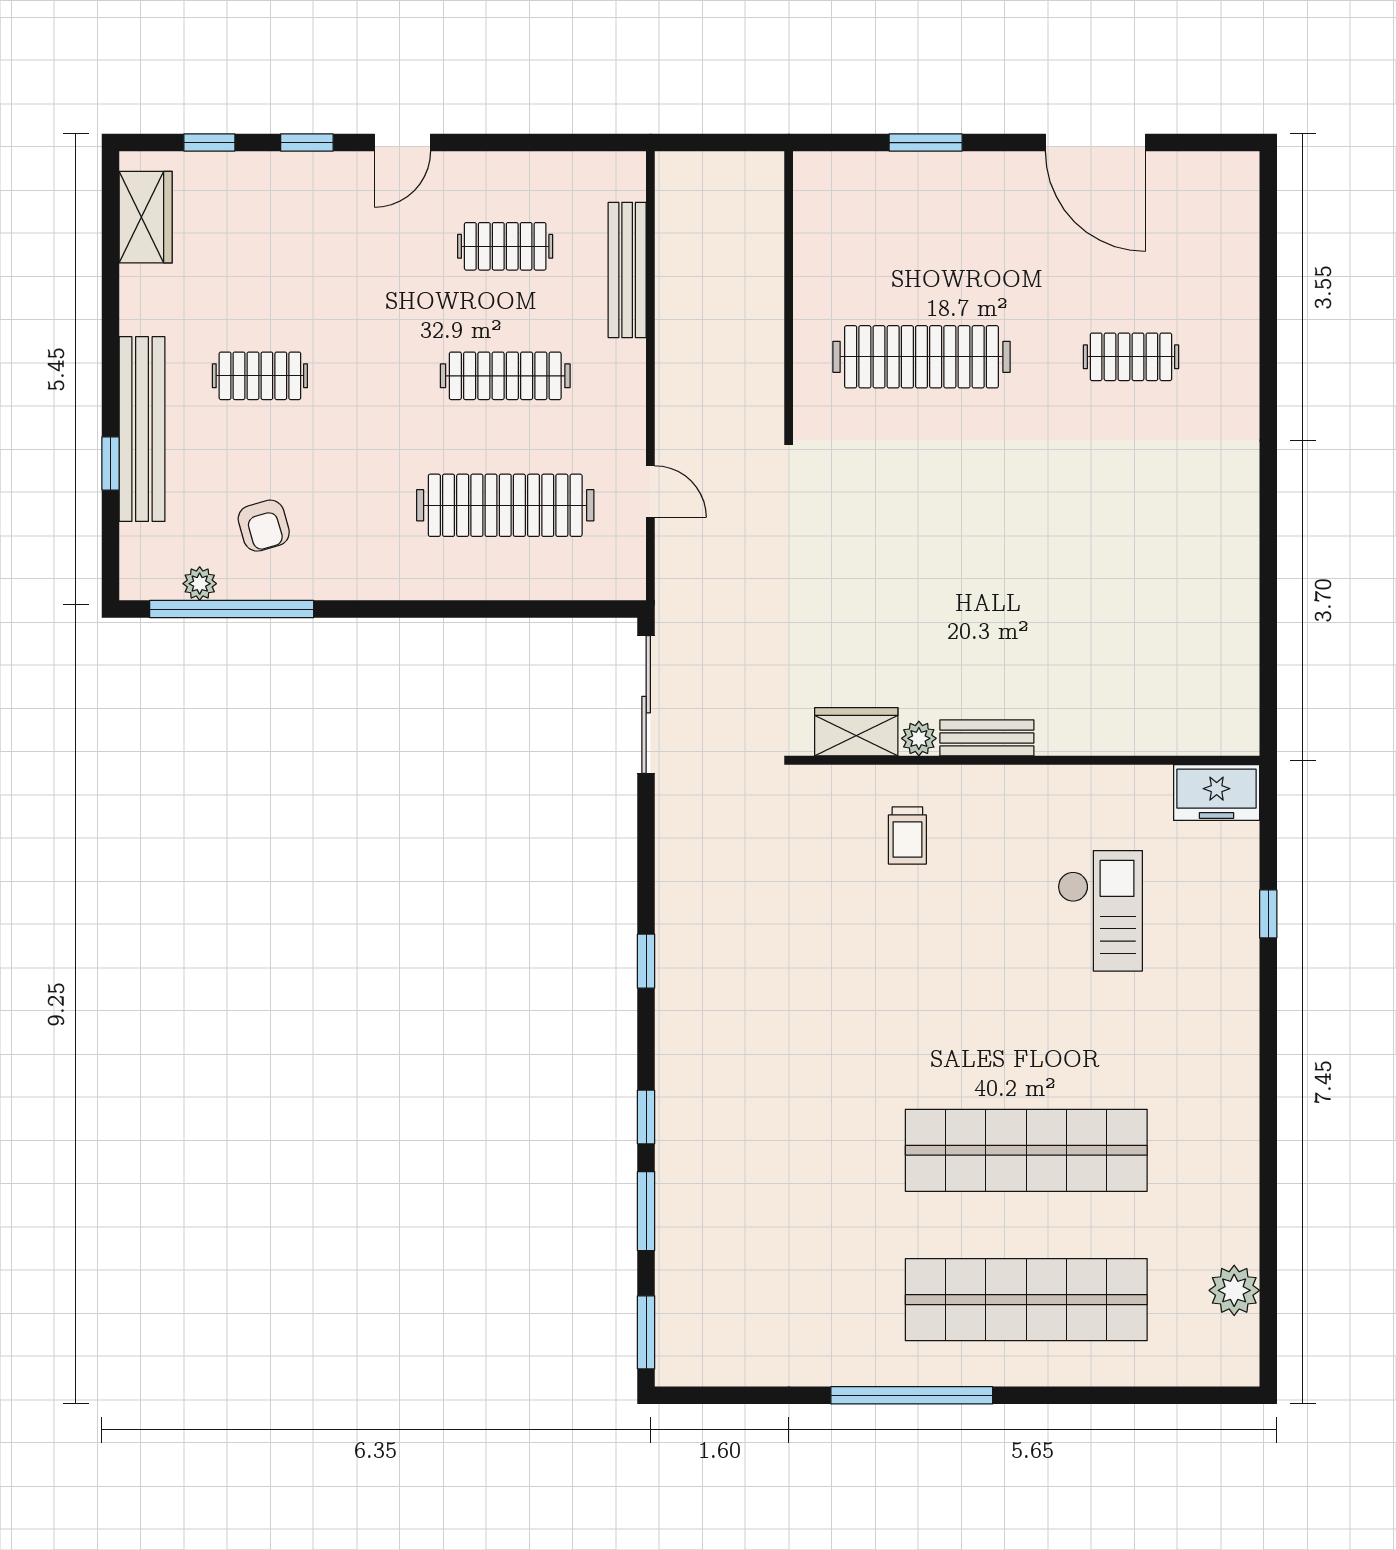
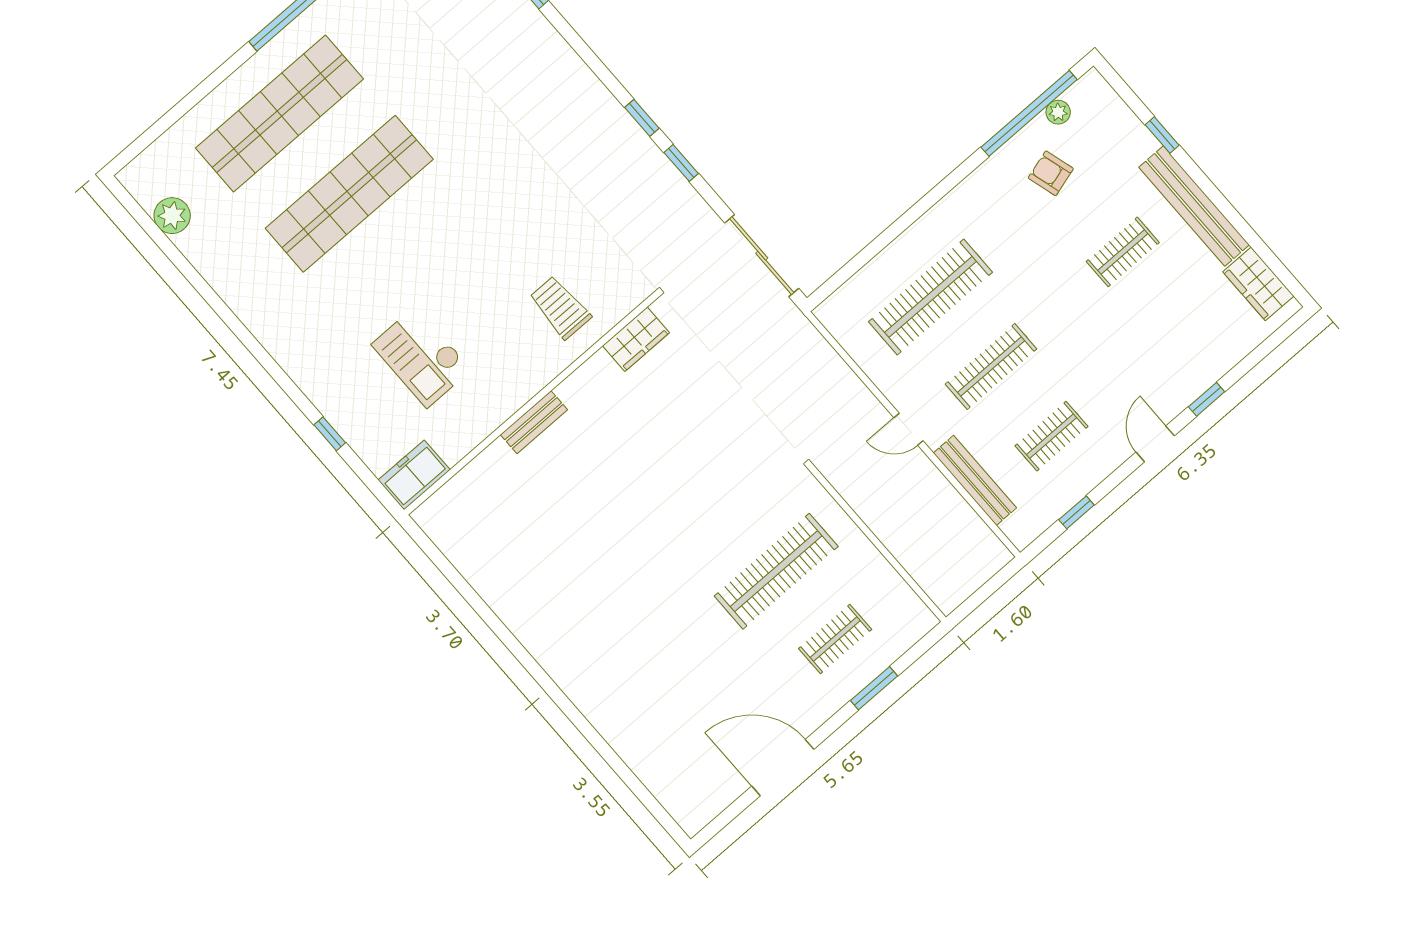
window: (209, 143) -> (1076, 512), moved
clothes rail: (1131, 357) -> (835, 639), moved
bench: (142, 429) -> (1194, 206), moved
door: (650, 492) -> (909, 429), moved
plant: (919, 738) -> (599, 365), removed
bench: (987, 738) -> (534, 422), moved
trolley: (907, 835) -> (560, 307), width x1.36, depth x1.39
window: (646, 1117) -> (681, 163), moved

